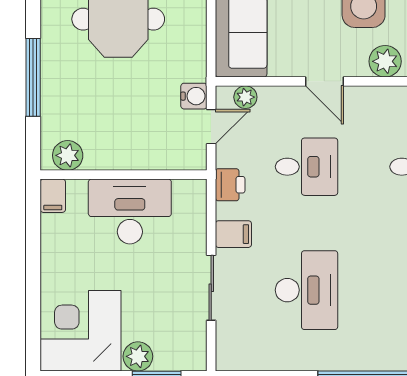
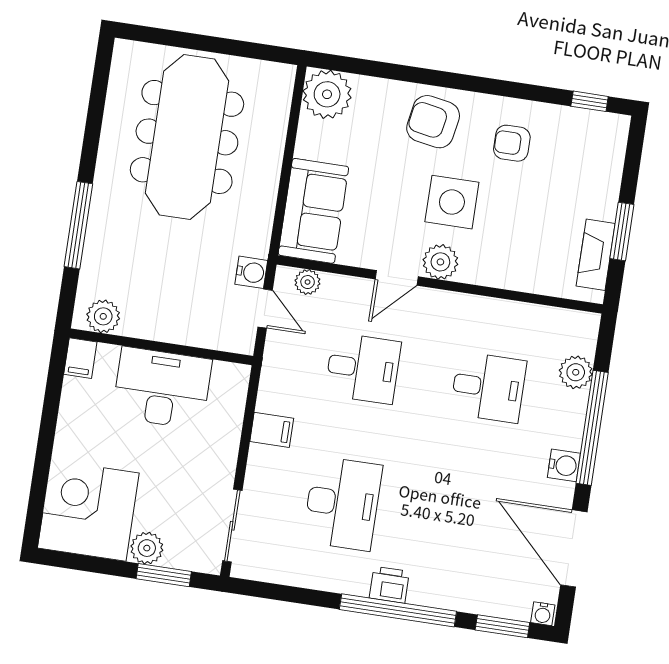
plant: (385, 61) -> (440, 262), moved
door: (324, 81) -> (397, 278), hinge flipped
door: (211, 127) -> (265, 309), hinge flipped
printer: (230, 185) -> (389, 585), moved, turned -90
sliding door: (211, 288) -> (232, 526), moved

